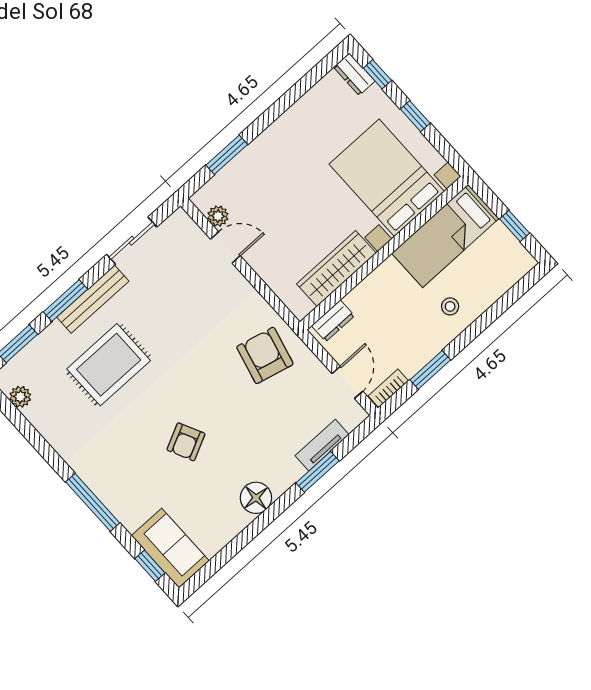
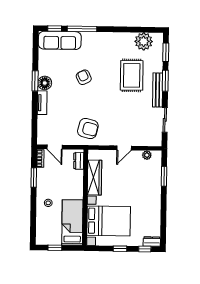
door: (225, 247) -> (124, 148), moved
plant: (20, 397) -> (144, 41), width x1.88, depth x1.88
tv unit: (322, 445) -> (42, 103), moved
window: (317, 472) -> (35, 81), moved
window: (93, 502) -> (82, 29), moved
sofa: (170, 548) -> (60, 40), width x1.36

